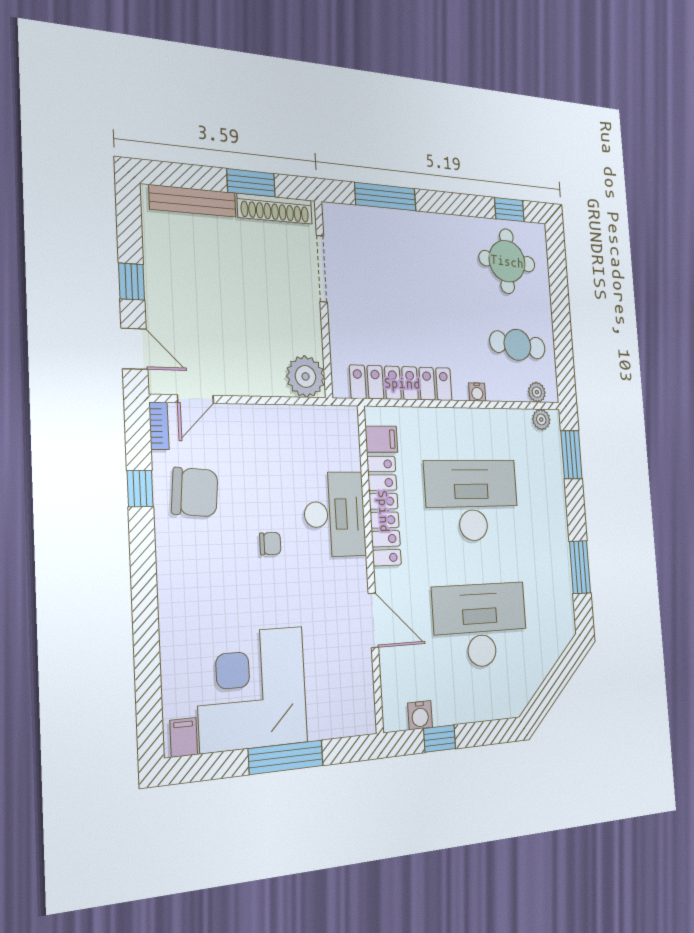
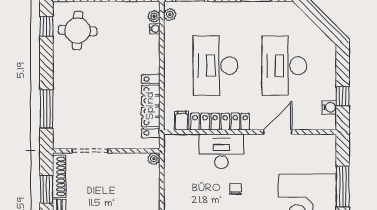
cafe table: (517, 345) -> (127, 27), removed
plant: (306, 376) -> (154, 159), width x0.53, depth x0.53
water cooler: (477, 392) -> (155, 29), moved

